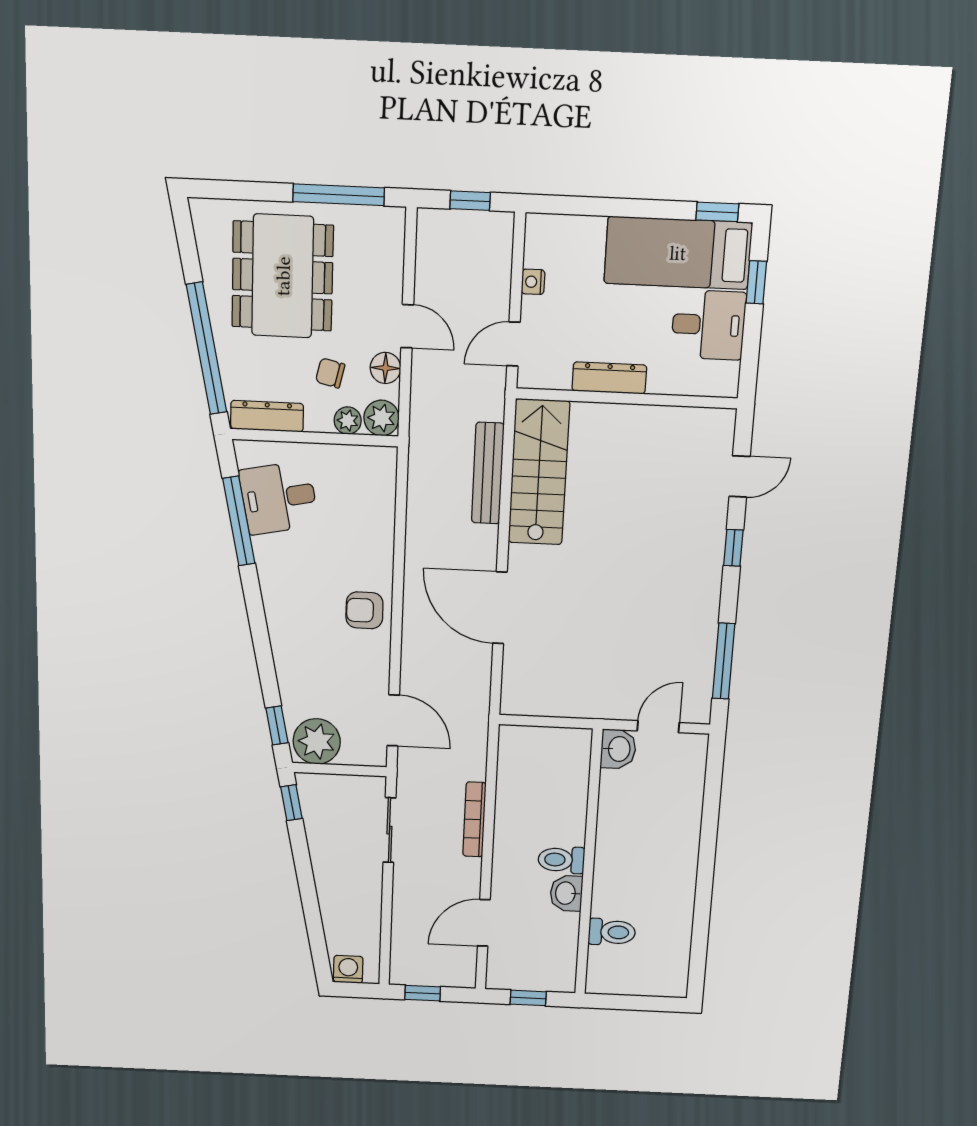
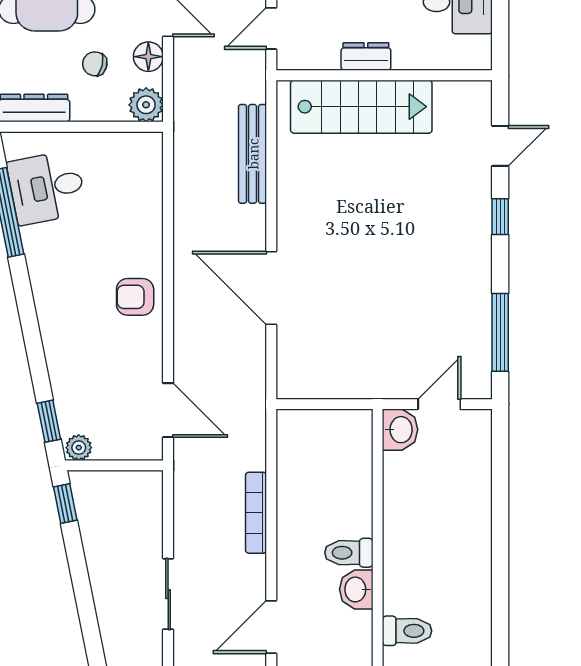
dresser: (609, 378) -> (366, 56), width x0.70
plant: (348, 421) -> (113, 109), removed
stairs: (539, 472) -> (361, 107), moved, turned 90
plant: (317, 741) -> (79, 448), width x0.53, depth x0.53
sliding door: (389, 830) -> (168, 594), moved

